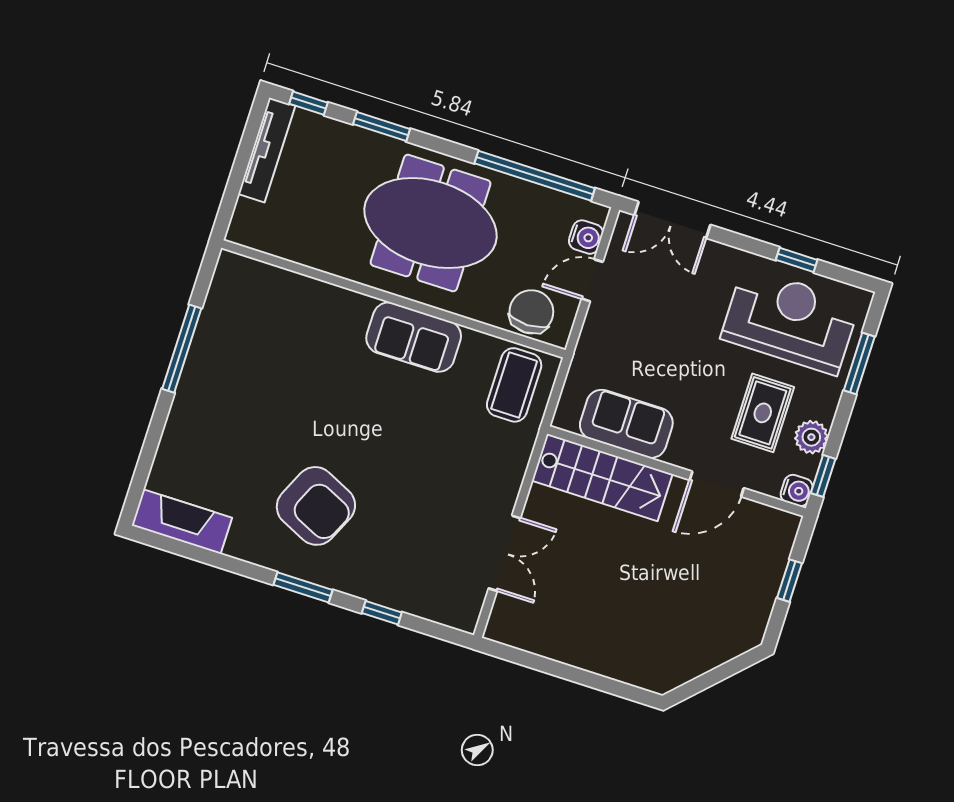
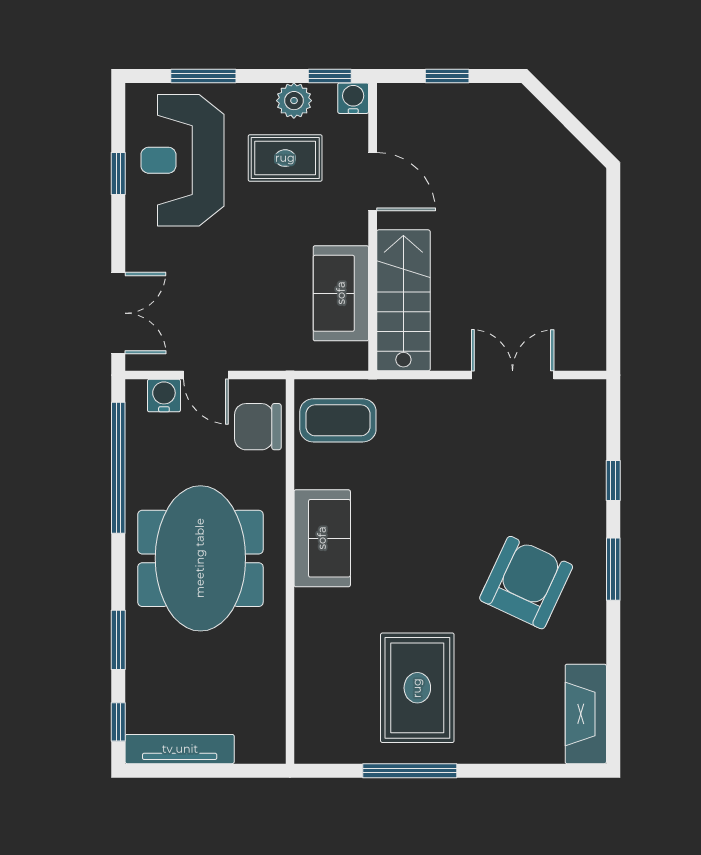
rug: (253, 379) -> (417, 688), added

